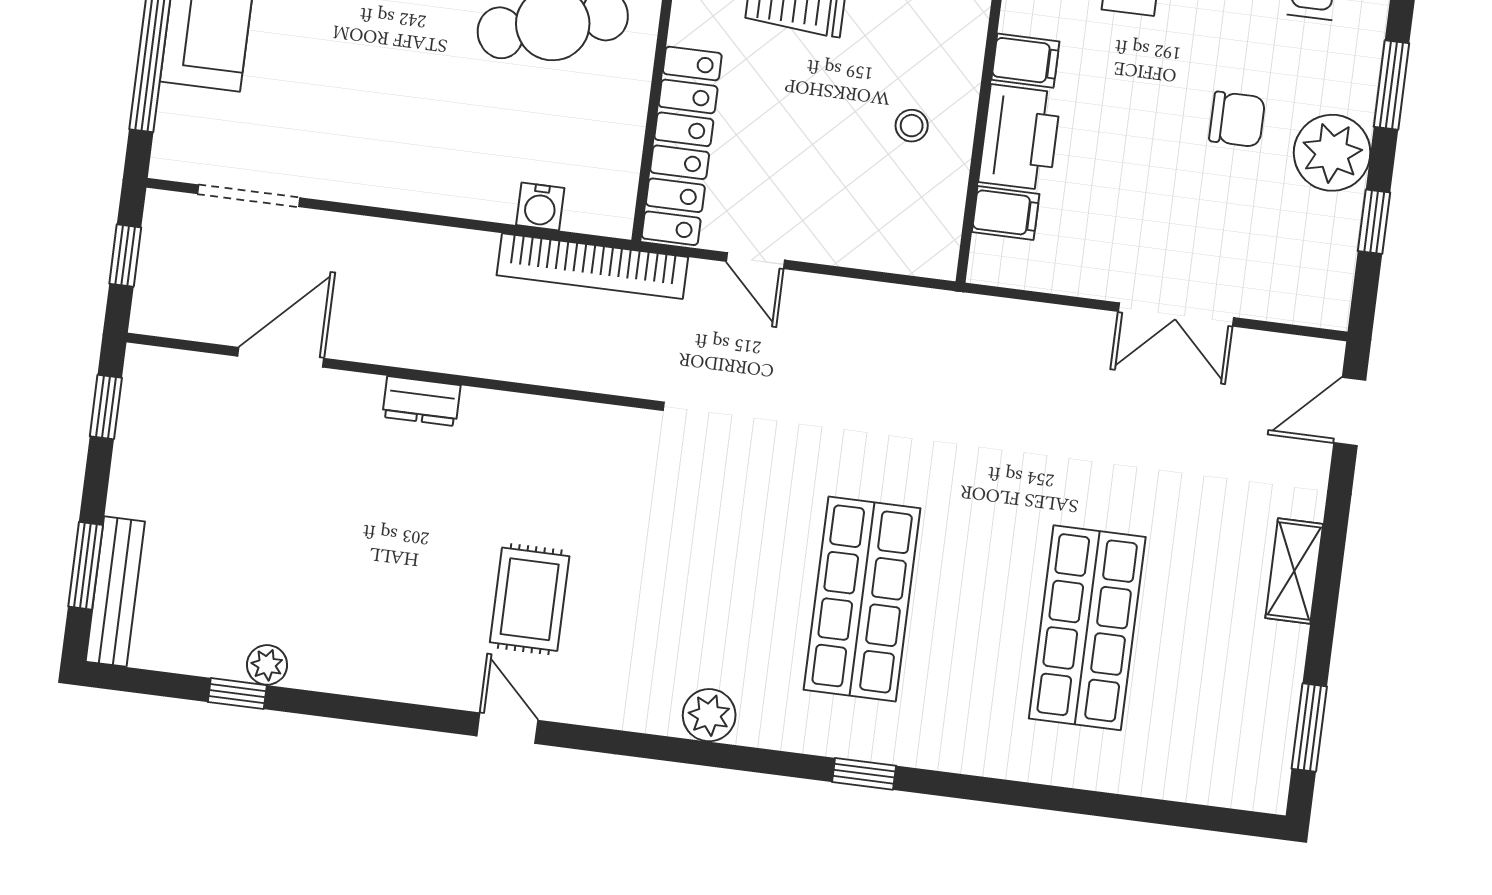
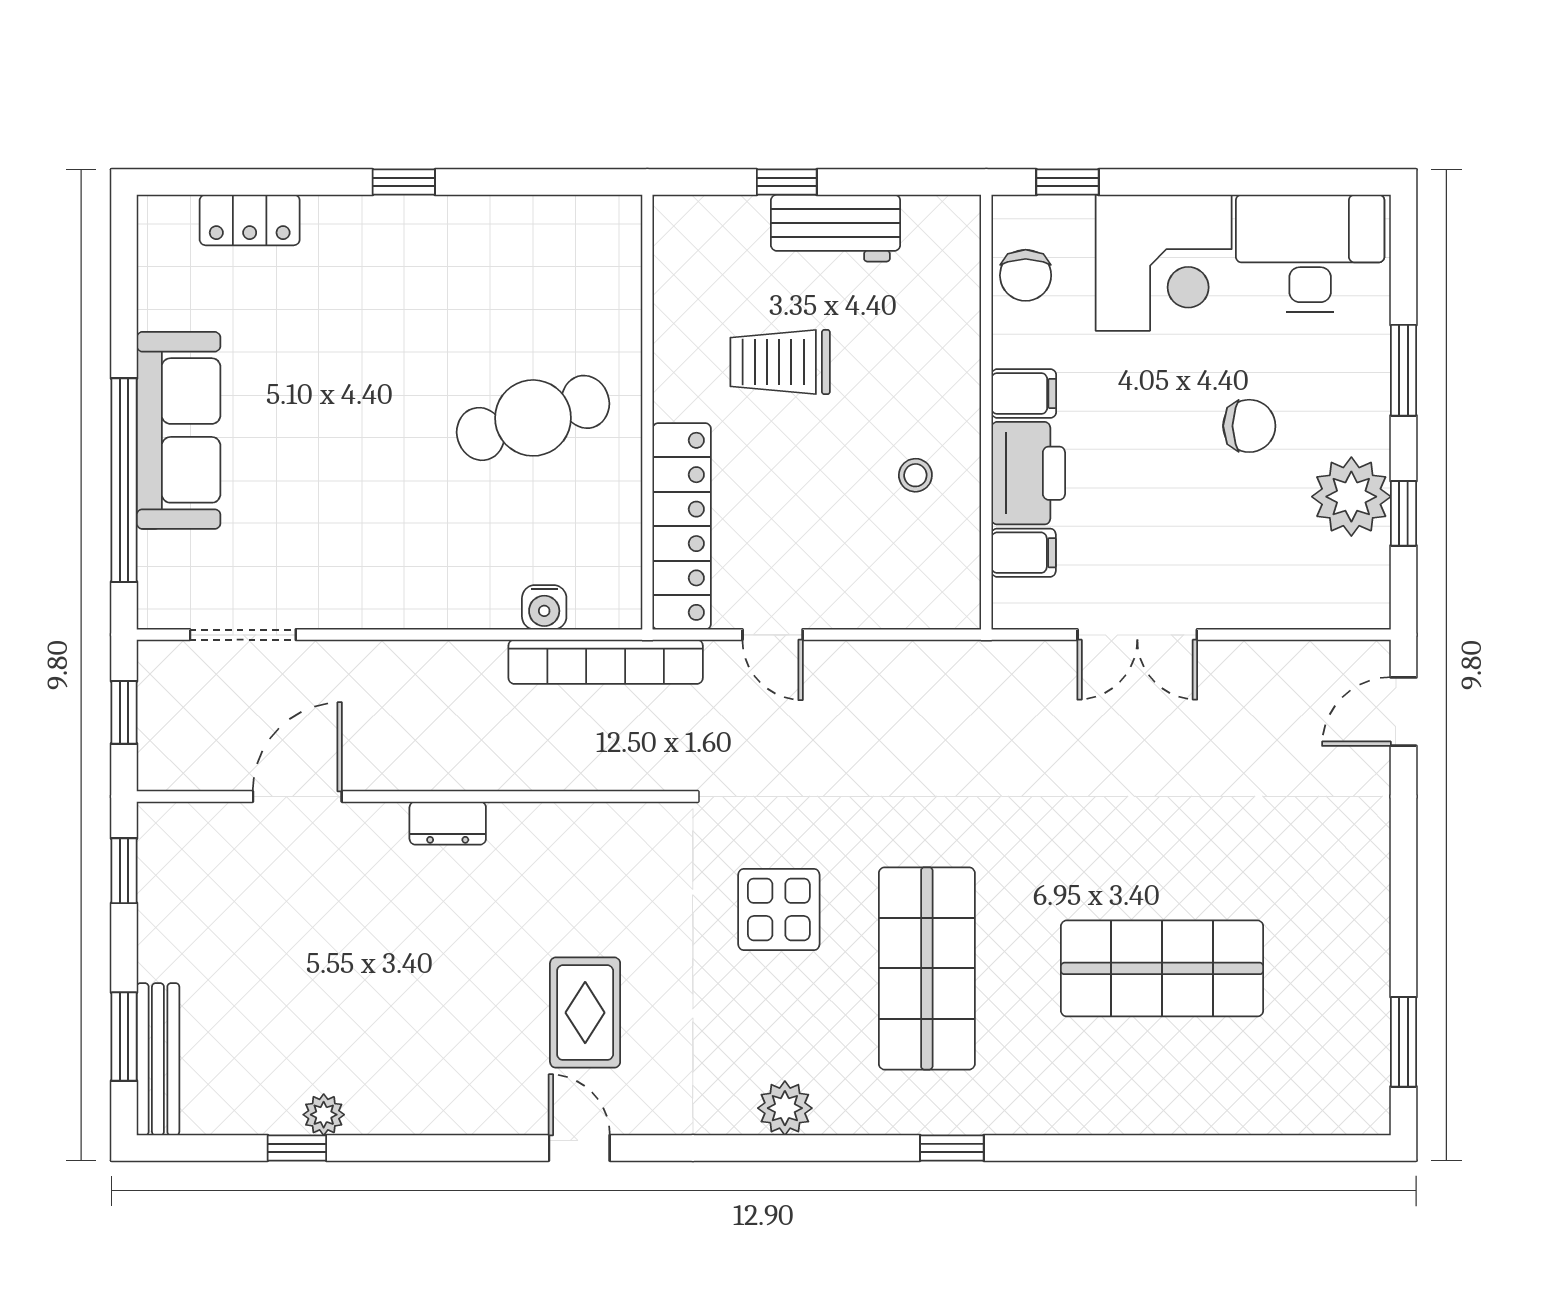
plant: (1332, 153) -> (1351, 497), moved
double door: (1176, 314) -> (1137, 635), moved
display table: (728, 524) -> (779, 909), added
shelving: (1294, 571) -> (1367, 883), removed
shop shelf: (1087, 628) -> (1162, 968), turned 90

